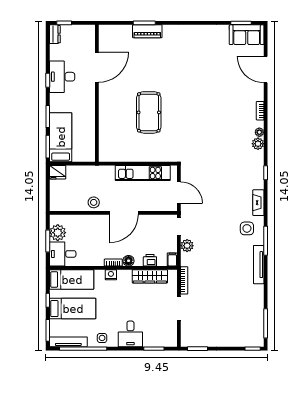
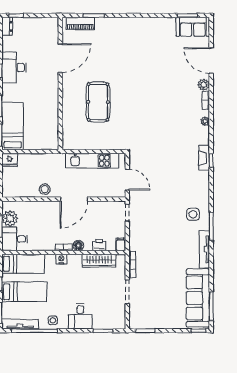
piano: (147, 31) -> (80, 23), moved
door: (97, 67) -> (60, 58), moved
wall: (97, 93) -> (60, 83), moved
plant: (258, 144) -> (204, 85), moved
fireplace: (258, 203) -> (204, 158), moved
plant: (187, 246) -> (135, 231), removed
sofa: (252, 315) -> (198, 298), added

